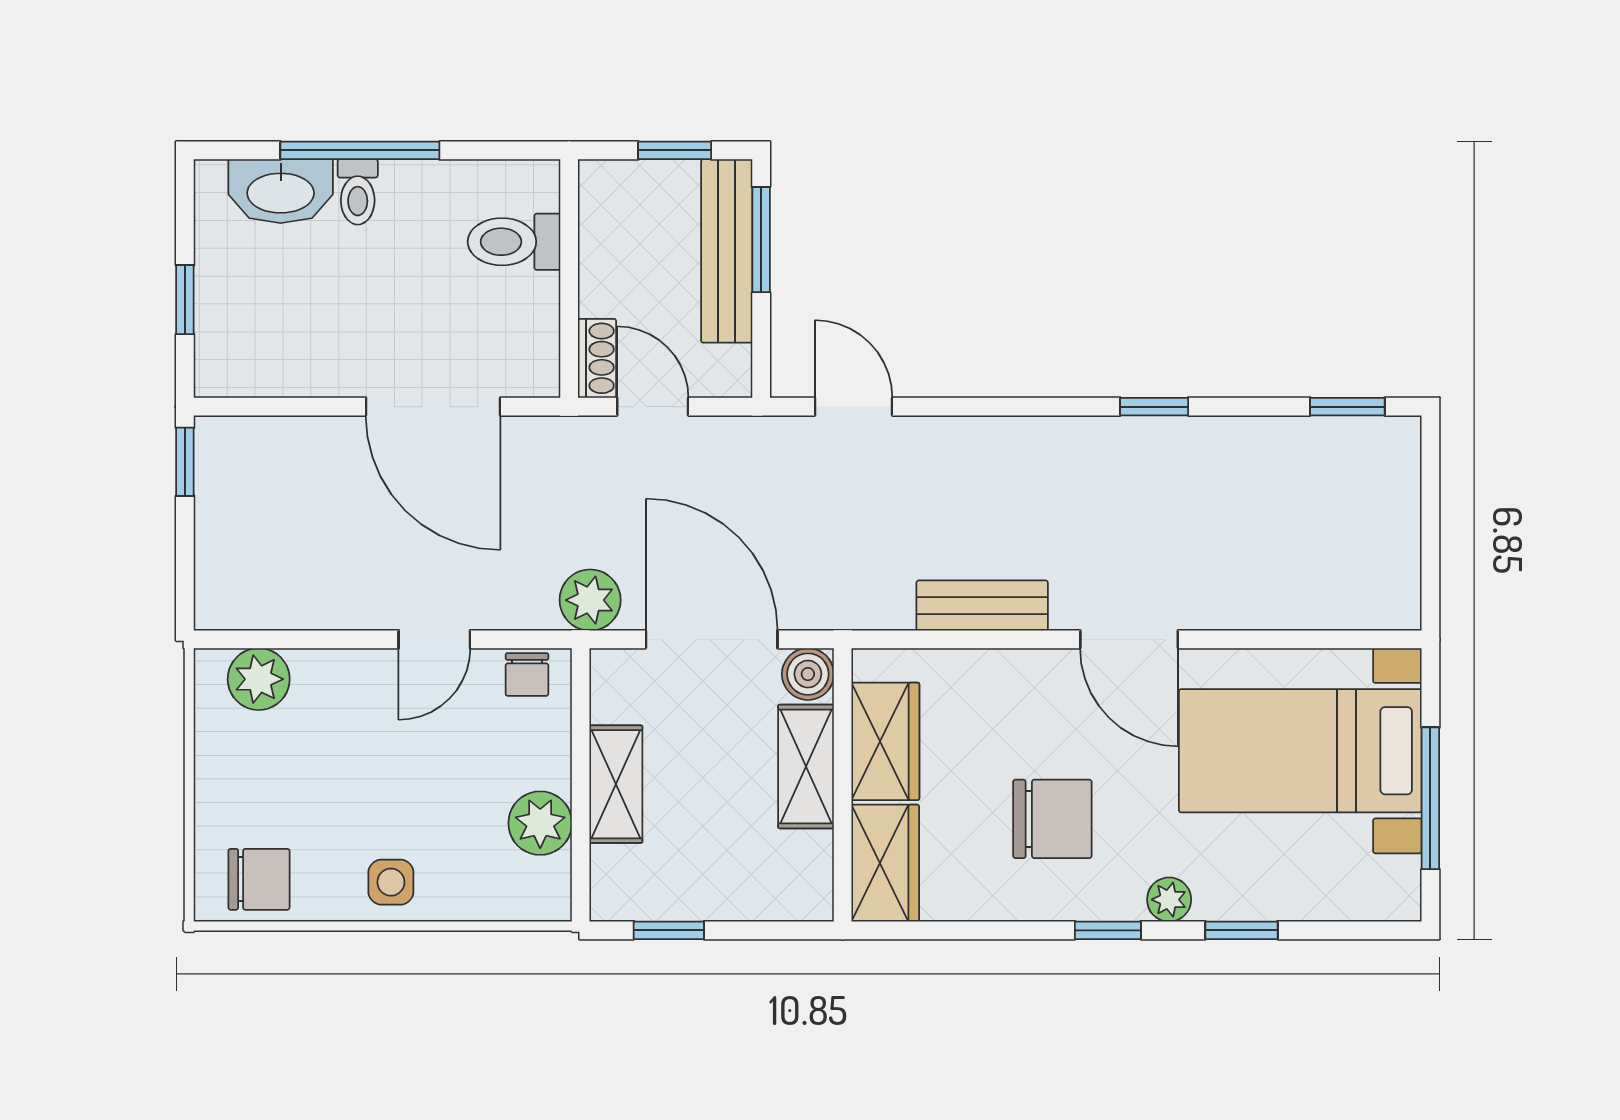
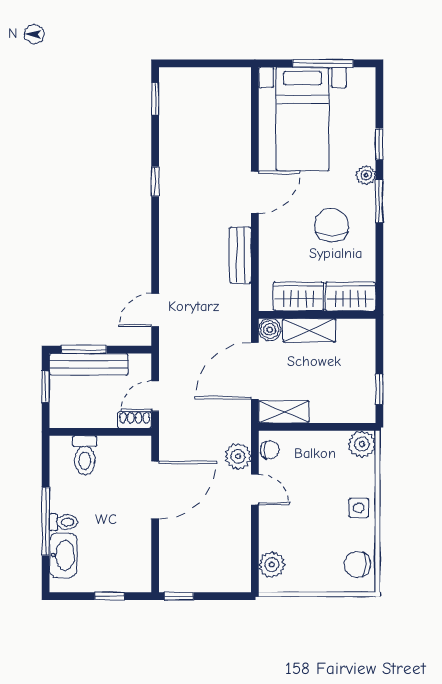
plant: (590, 600) -> (238, 456), moved
shelving: (616, 784) -> (284, 412), moved
plant: (540, 823) -> (362, 444), moved
chair: (259, 879) -> (357, 564), turned -90
window: (1108, 930) -> (379, 201), width x1.50

